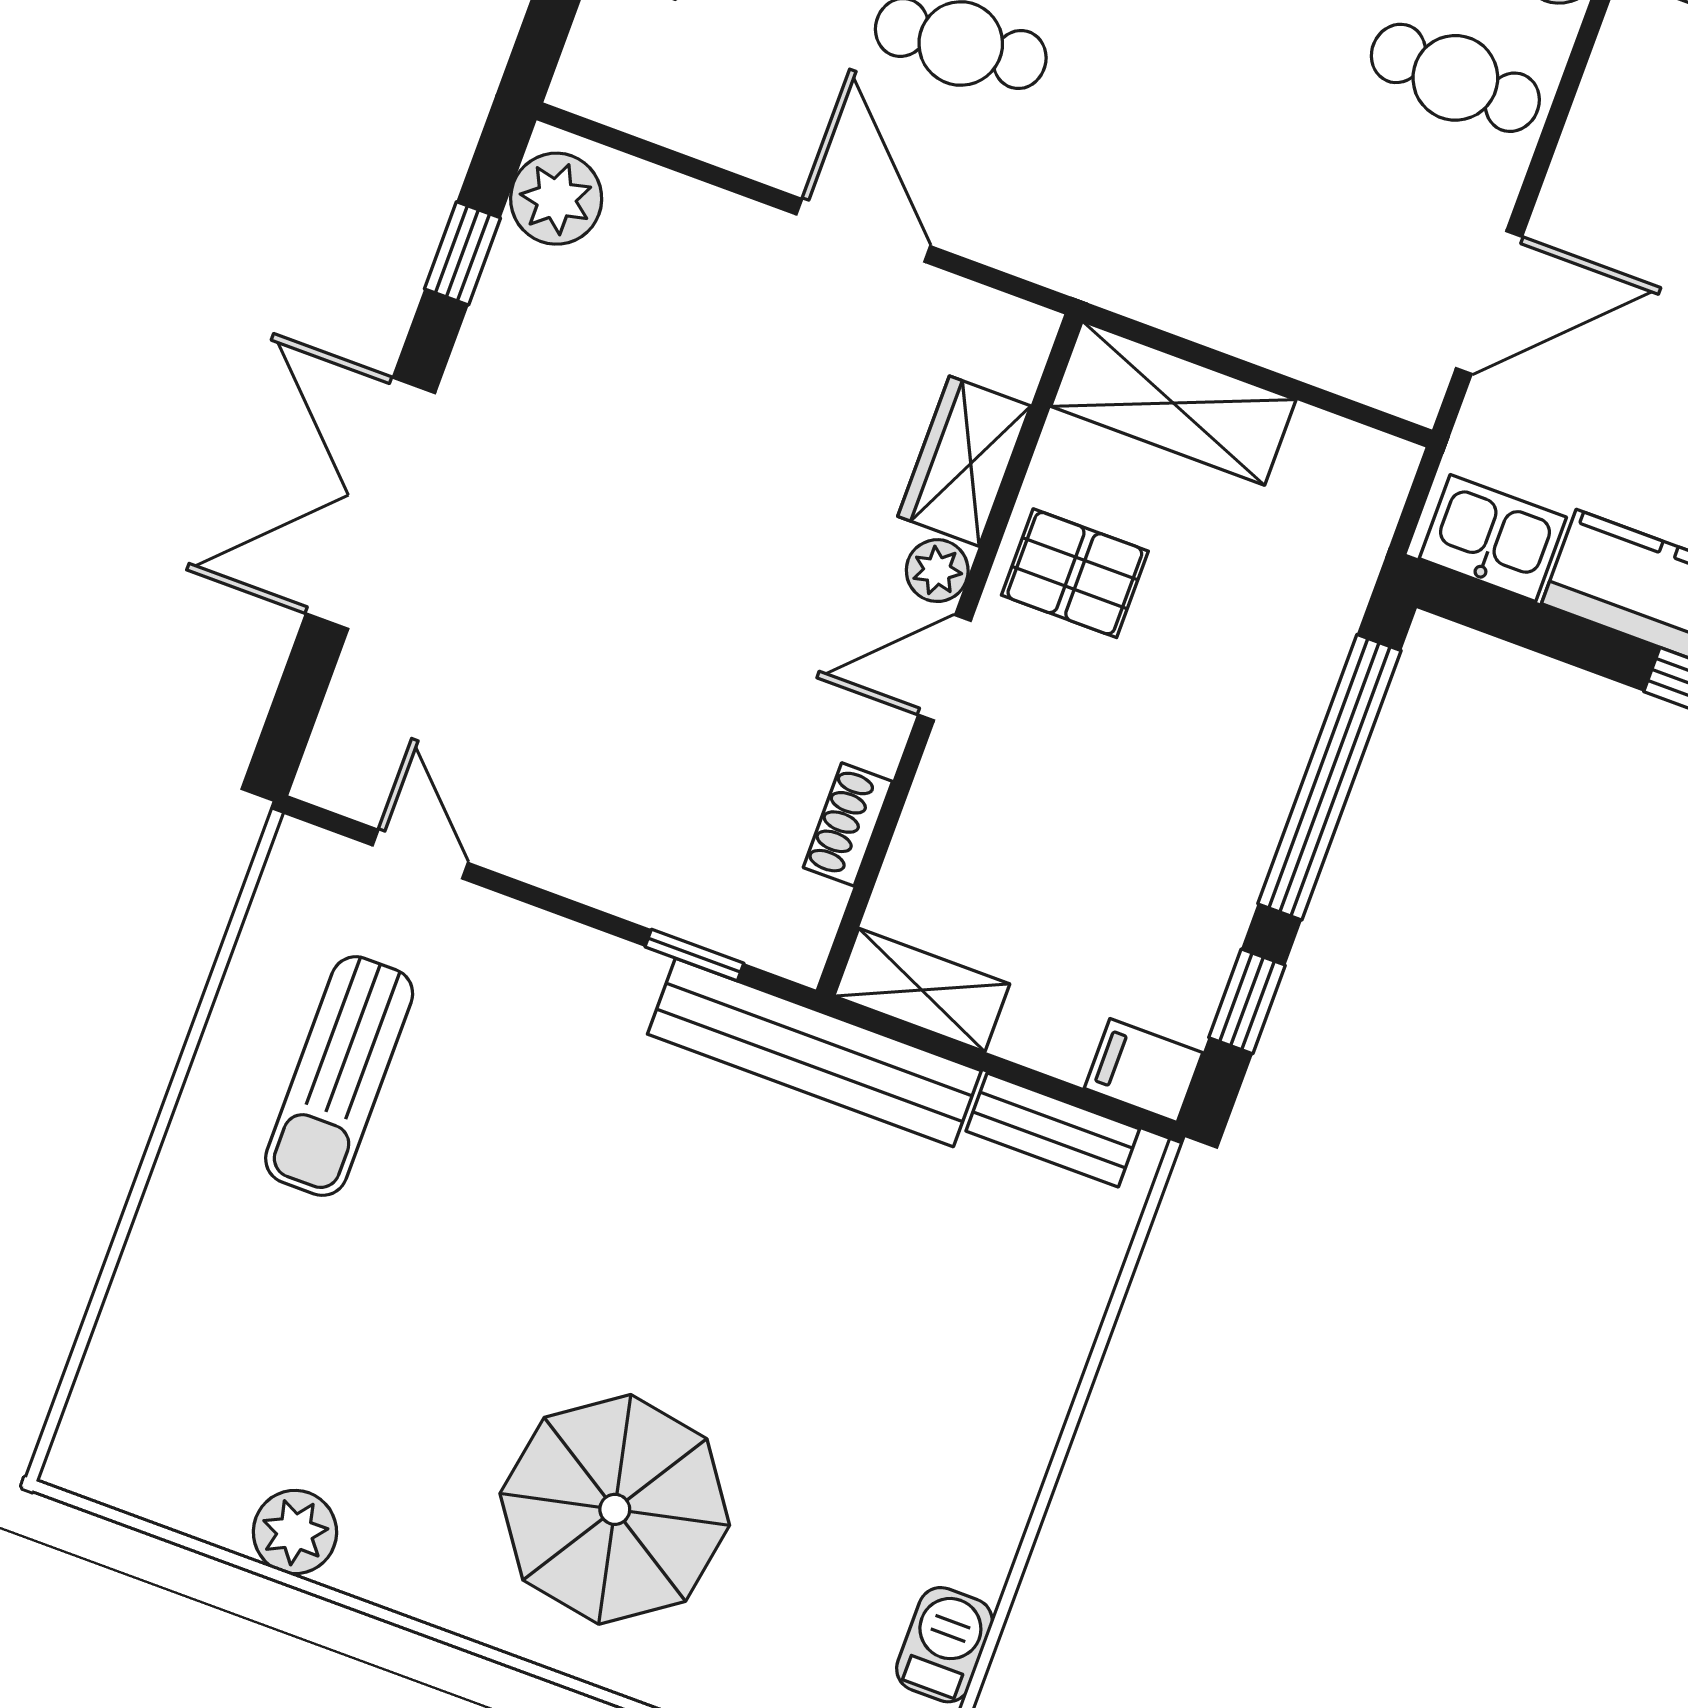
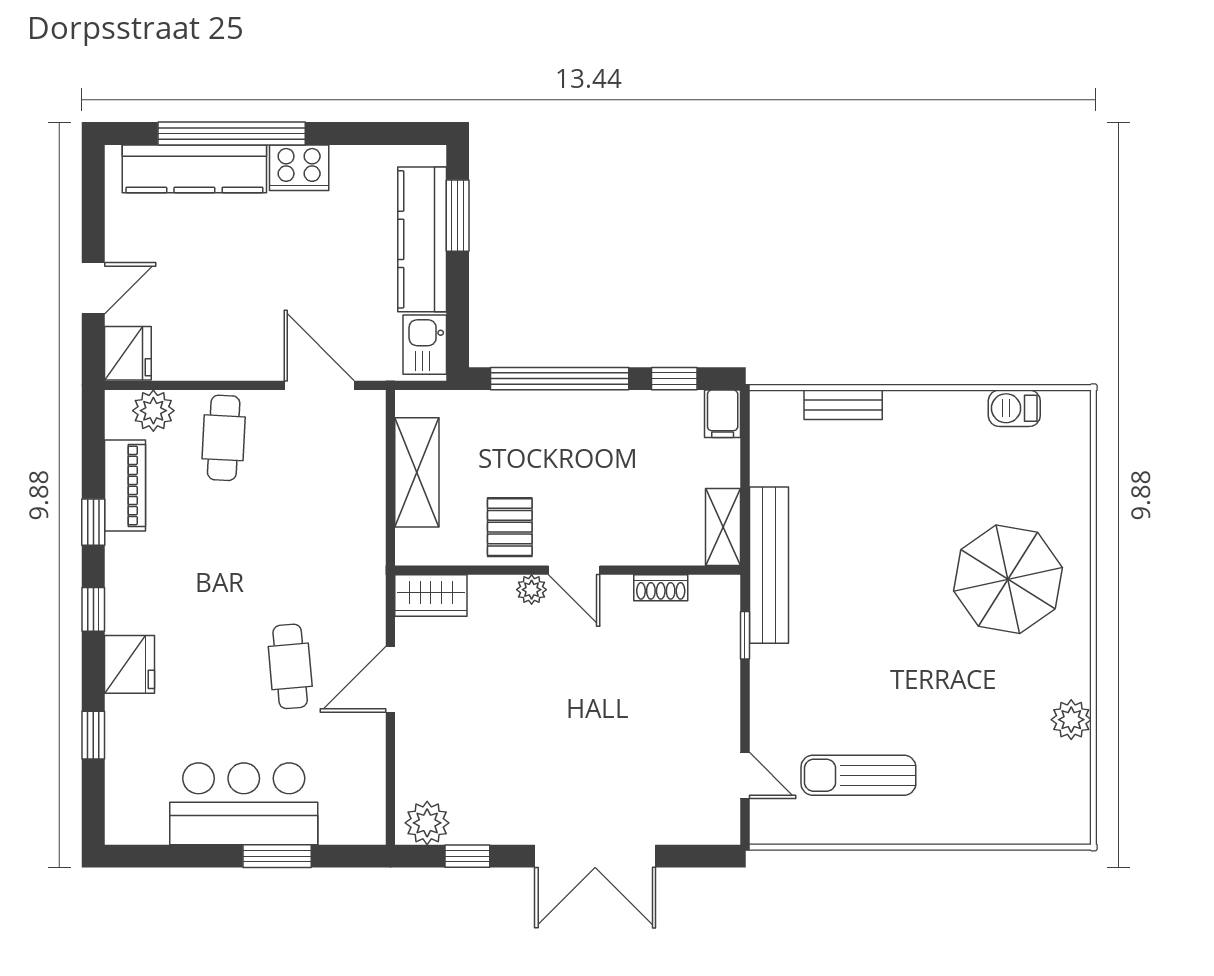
shelving: (1173, 403) -> (417, 472), moved
wardrobe: (964, 461) -> (431, 596), moved
door: (420, 854) -> (745, 776), swing flipped
sun lounger: (339, 1076) -> (858, 775), turned 180
bench: (1053, 1130) -> (843, 405), moved, turned 90

